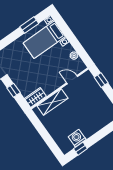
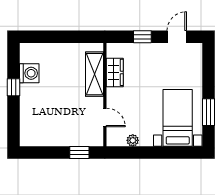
door: (72, 80) -> (105, 117), hinge flipped
wardrobe: (35, 97) -> (115, 72), moved
window: (80, 149) -> (13, 87), moved

